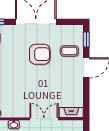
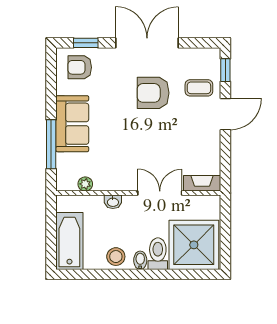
armchair: (40, 54) -> (153, 93), turned 180

